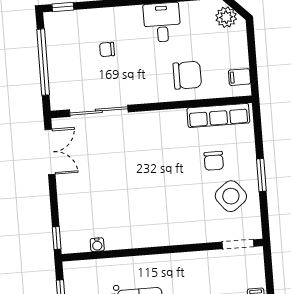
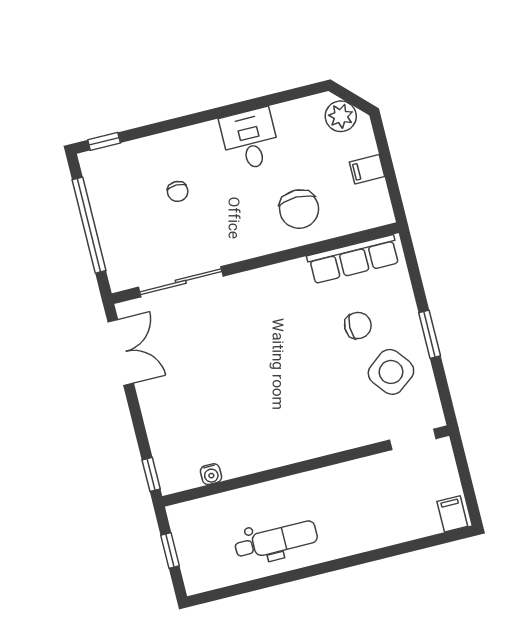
chair: (107, 49) -> (178, 191), turned -90
chair: (187, 75) -> (299, 209), turned 90
filing cabinet: (239, 77) -> (367, 169), moved
chair: (214, 161) -> (358, 326), turned -90

